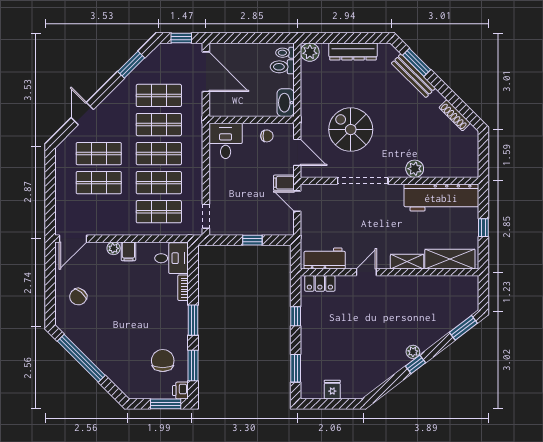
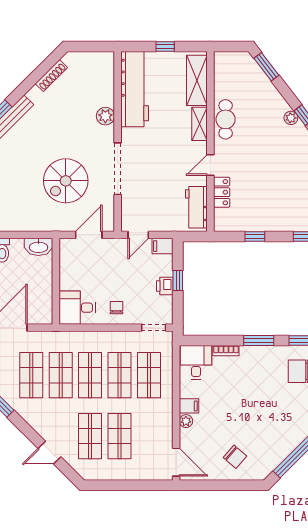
chair: (267, 136) -> (116, 308), moved
filing cabinet: (284, 183) -> (162, 246), moved, turned 90
printer: (247, 227) -> (165, 286), added
door: (366, 272) -> (210, 165), hinge flipped
locker: (320, 283) -> (222, 192), moved
cafe table: (411, 287) -> (226, 119), added

